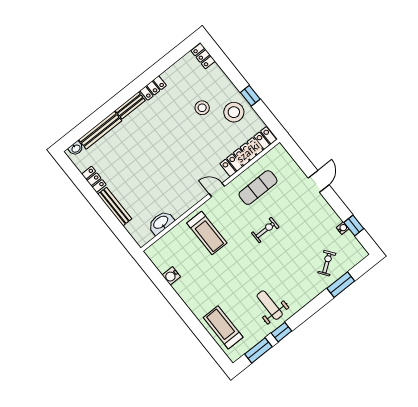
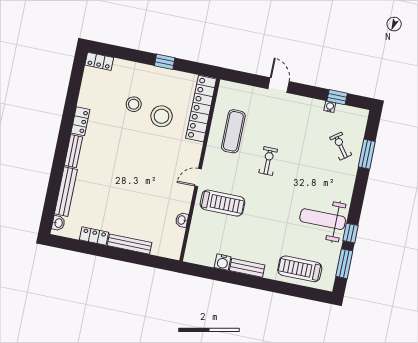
stool: (234, 112) -> (162, 116), moved
door: (217, 190) -> (198, 178), moved
washbasin: (161, 223) -> (182, 220), width x0.52, depth x0.69
bench: (186, 295) -> (247, 268), added
weight bench: (270, 305) -> (323, 219), width x1.36, depth x1.33

